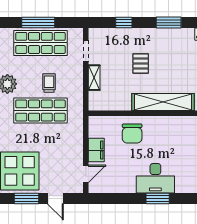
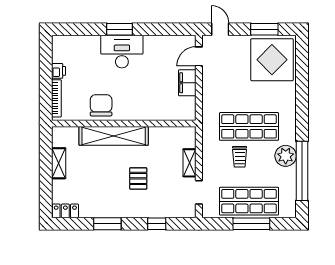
chair: (132, 133) -> (101, 105), moved
door: (55, 199) -> (220, 29), moved

